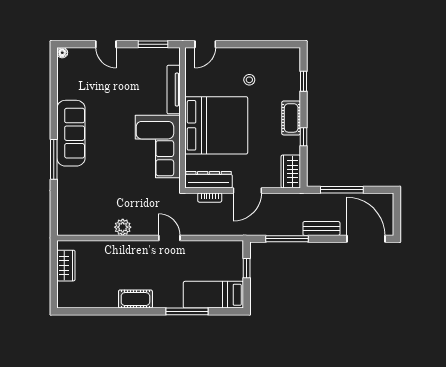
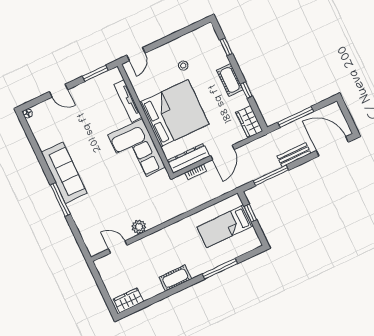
door: (169, 238) -> (118, 247), moved
wardrobe: (66, 266) -> (129, 300), moved, turned -90
bed: (213, 295) -> (225, 226), moved

